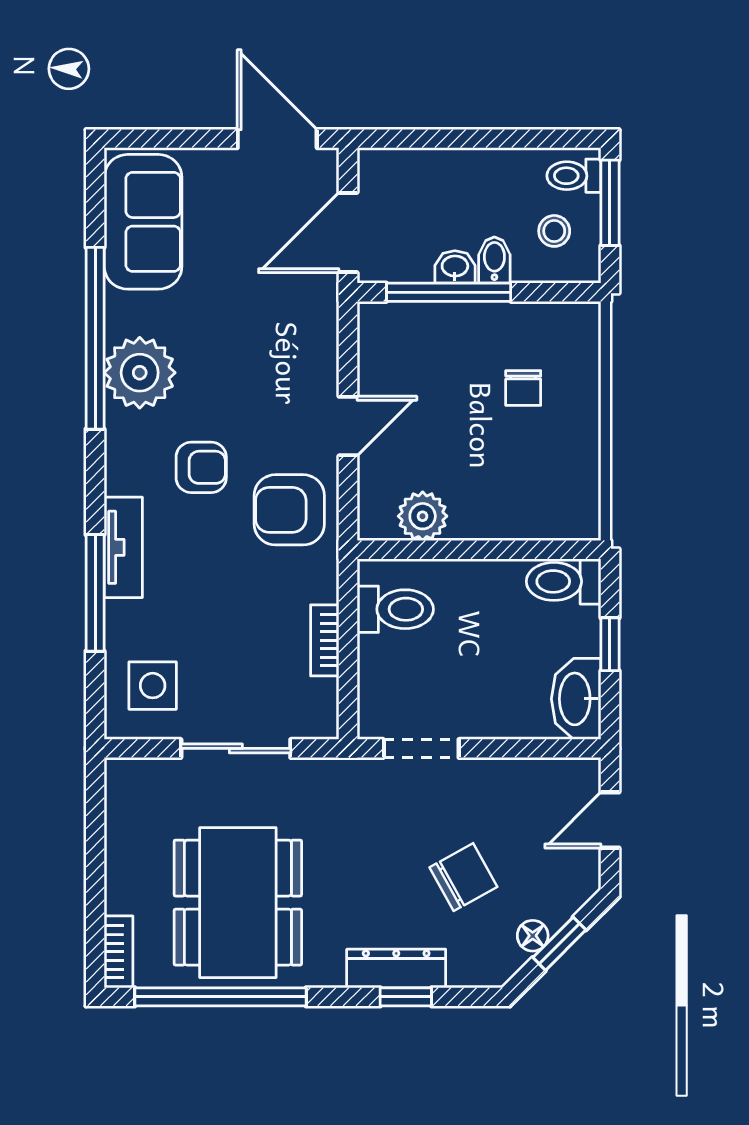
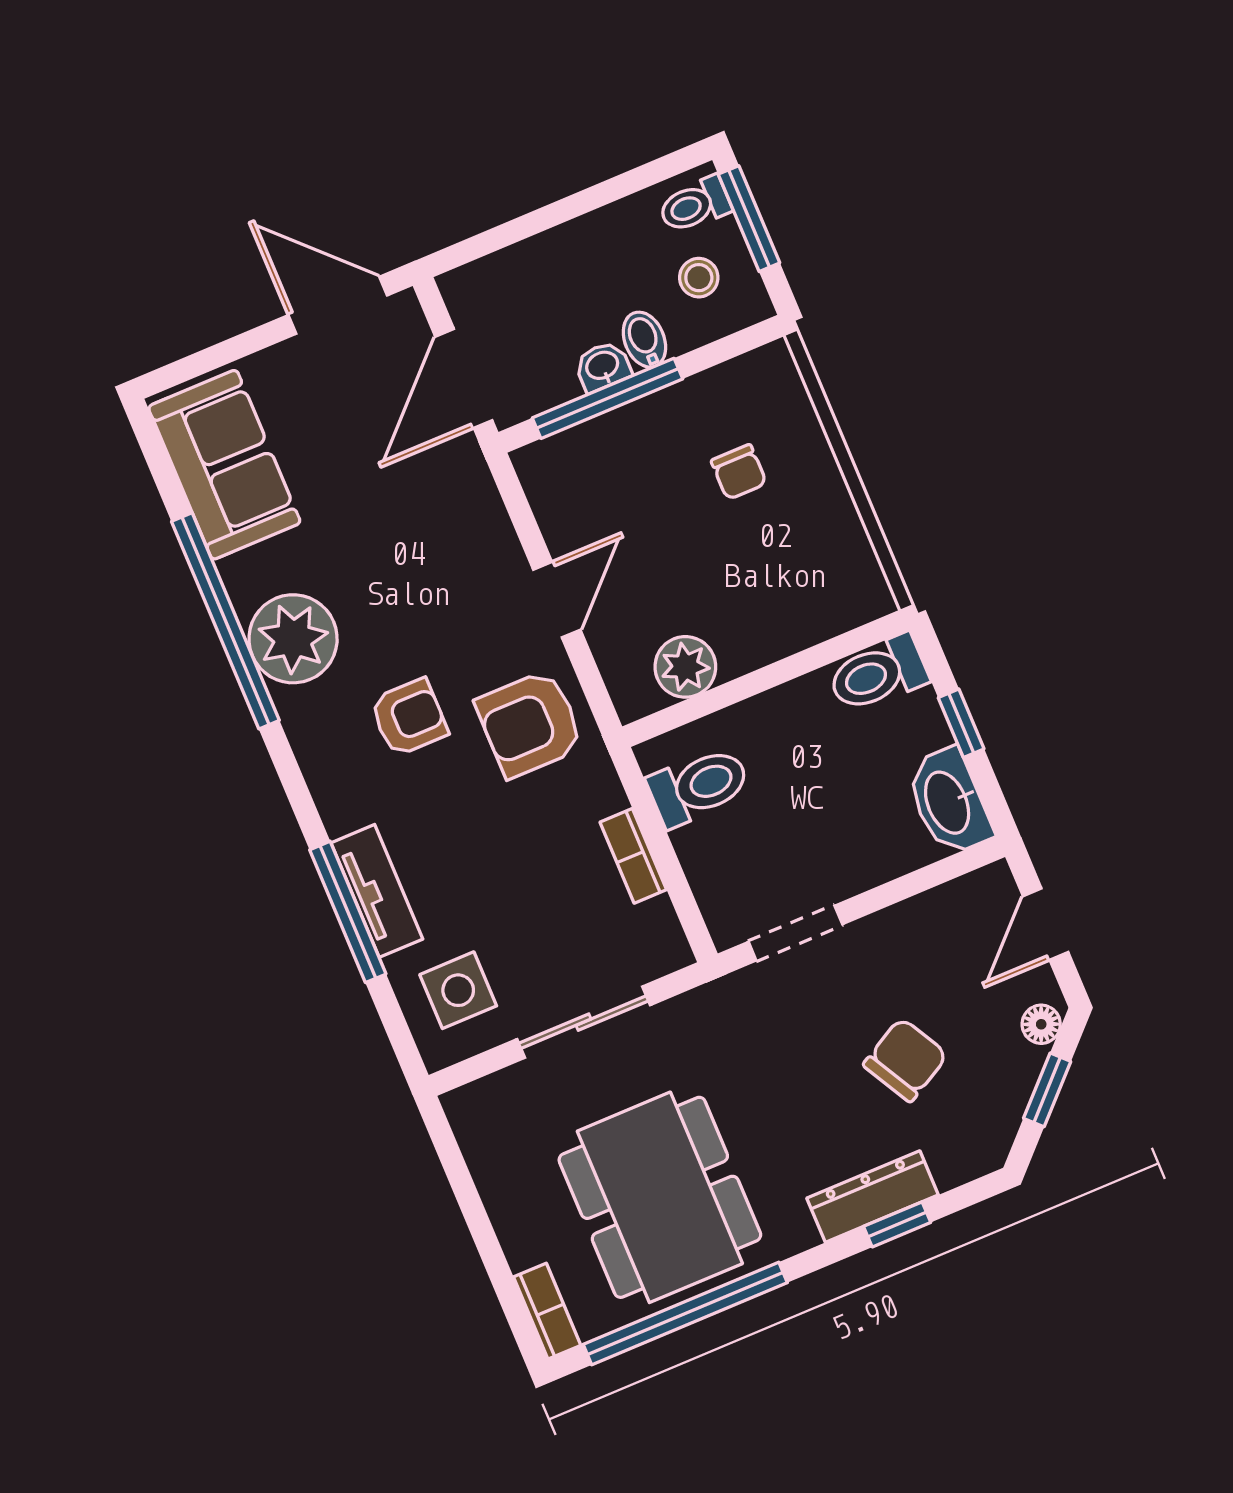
tv unit: (123, 547) -> (377, 891), moved
floor lamp: (533, 936) -> (1041, 1024), moved

